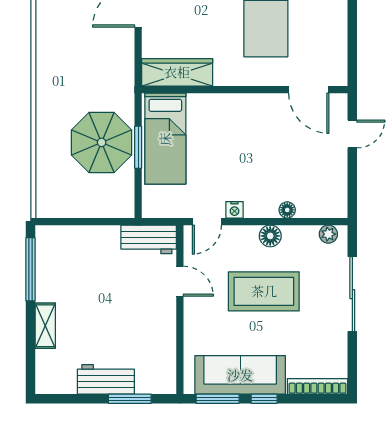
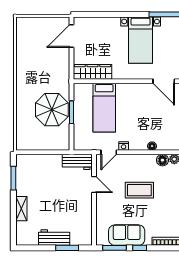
bed: (165, 139) -> (104, 108), moved
floor lamp: (270, 236) -> (162, 160), moved
window: (30, 269) -> (13, 178), width x0.69
coffee table: (264, 291) -> (139, 190), width x0.73, depth x0.76
sofa: (240, 375) -> (127, 235), width x0.73

